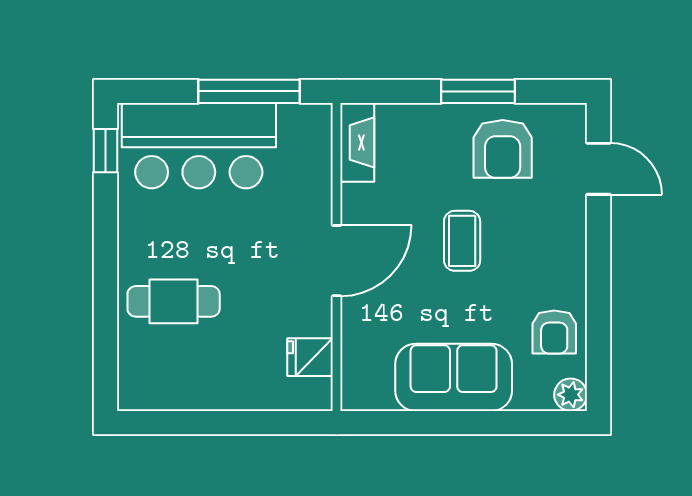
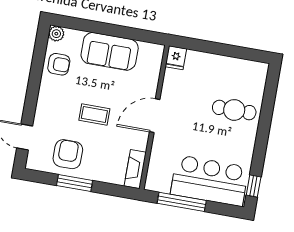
coffee table: (462, 241) -> (94, 114), turned 90
armchair: (554, 332) -> (59, 64), turned 90
fridge: (310, 357) -> (176, 58), moved, turned 90

